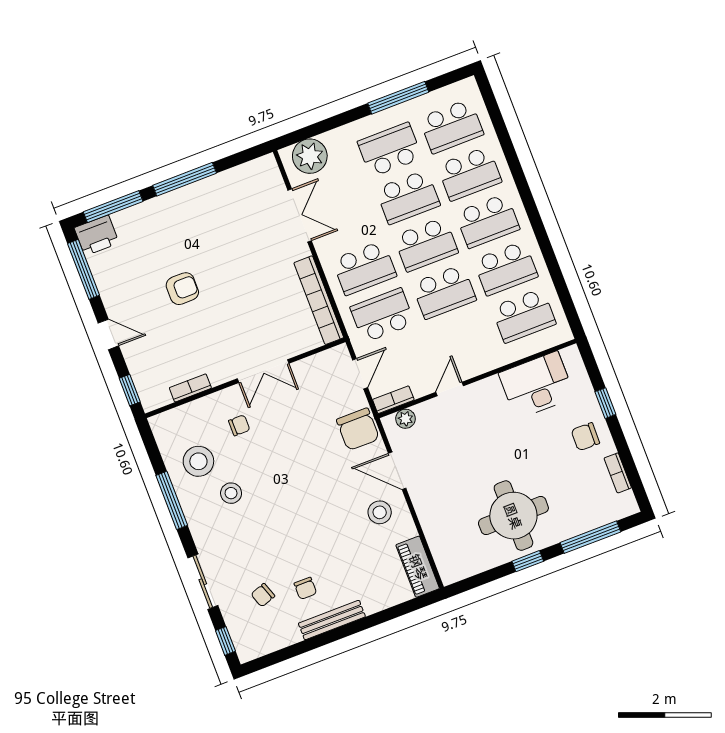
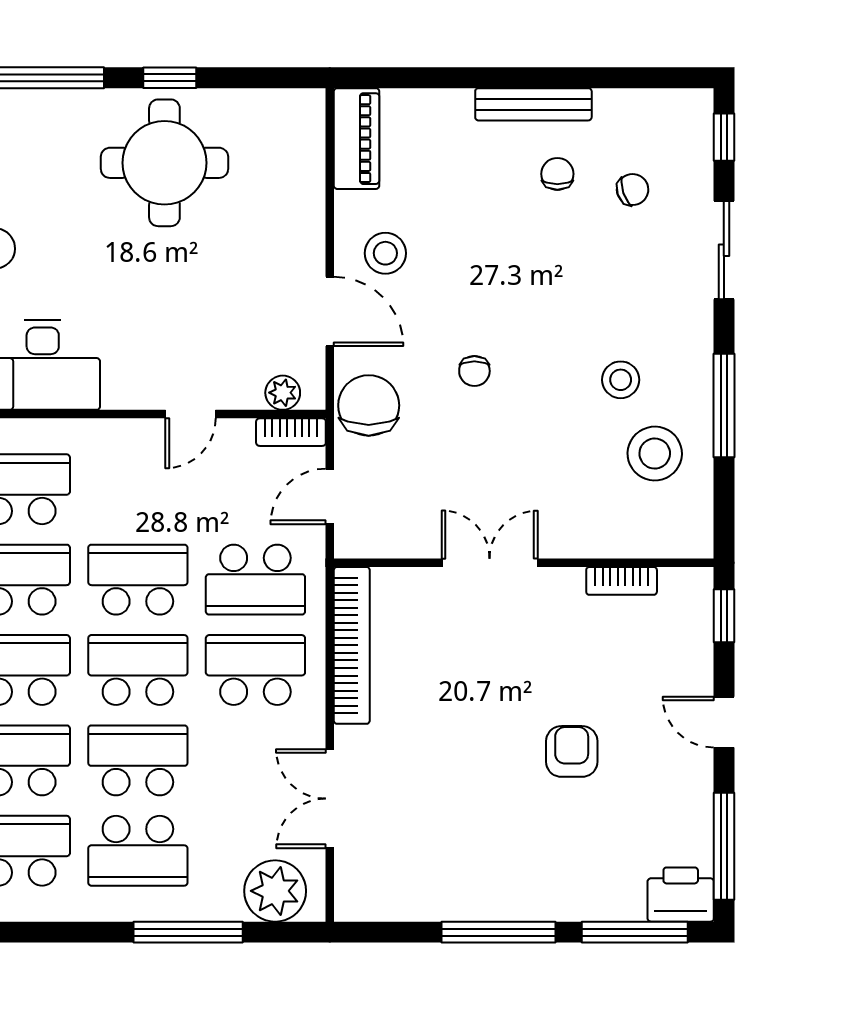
window: (398, 98) -> (188, 932), moved
armchair: (182, 289) -> (572, 751), turned 90
chair: (239, 425) -> (474, 371), moved, turned -90

